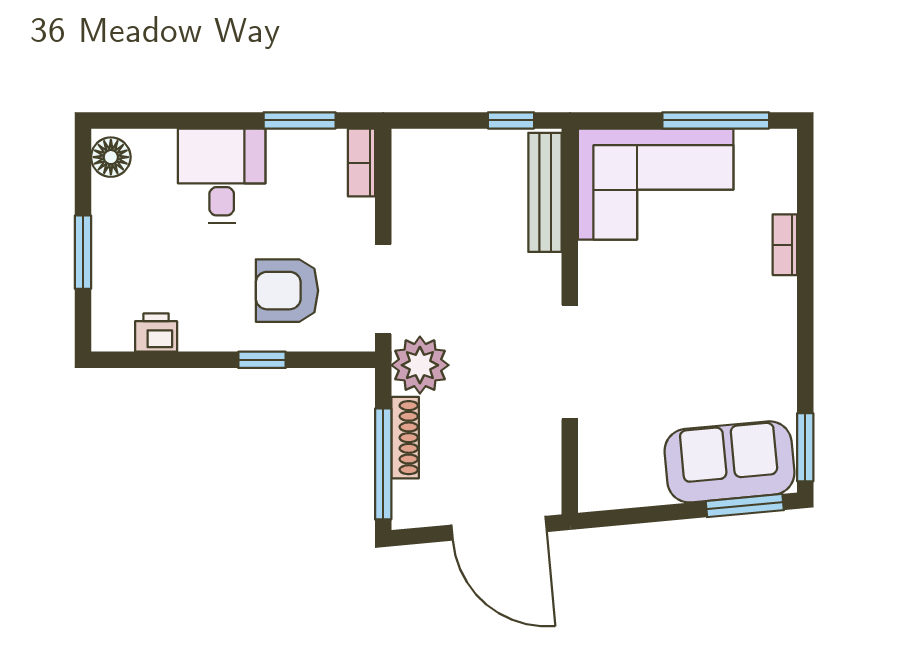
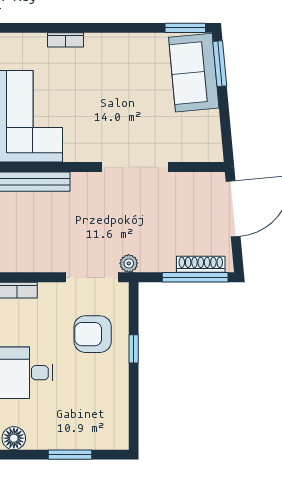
armchair: (287, 291) -> (93, 334), turned 90
printer: (156, 333) -> (117, 411), removed
plant: (420, 365) -> (129, 263), width x0.53, depth x0.53
shoe rack: (405, 438) -> (201, 264), moved

